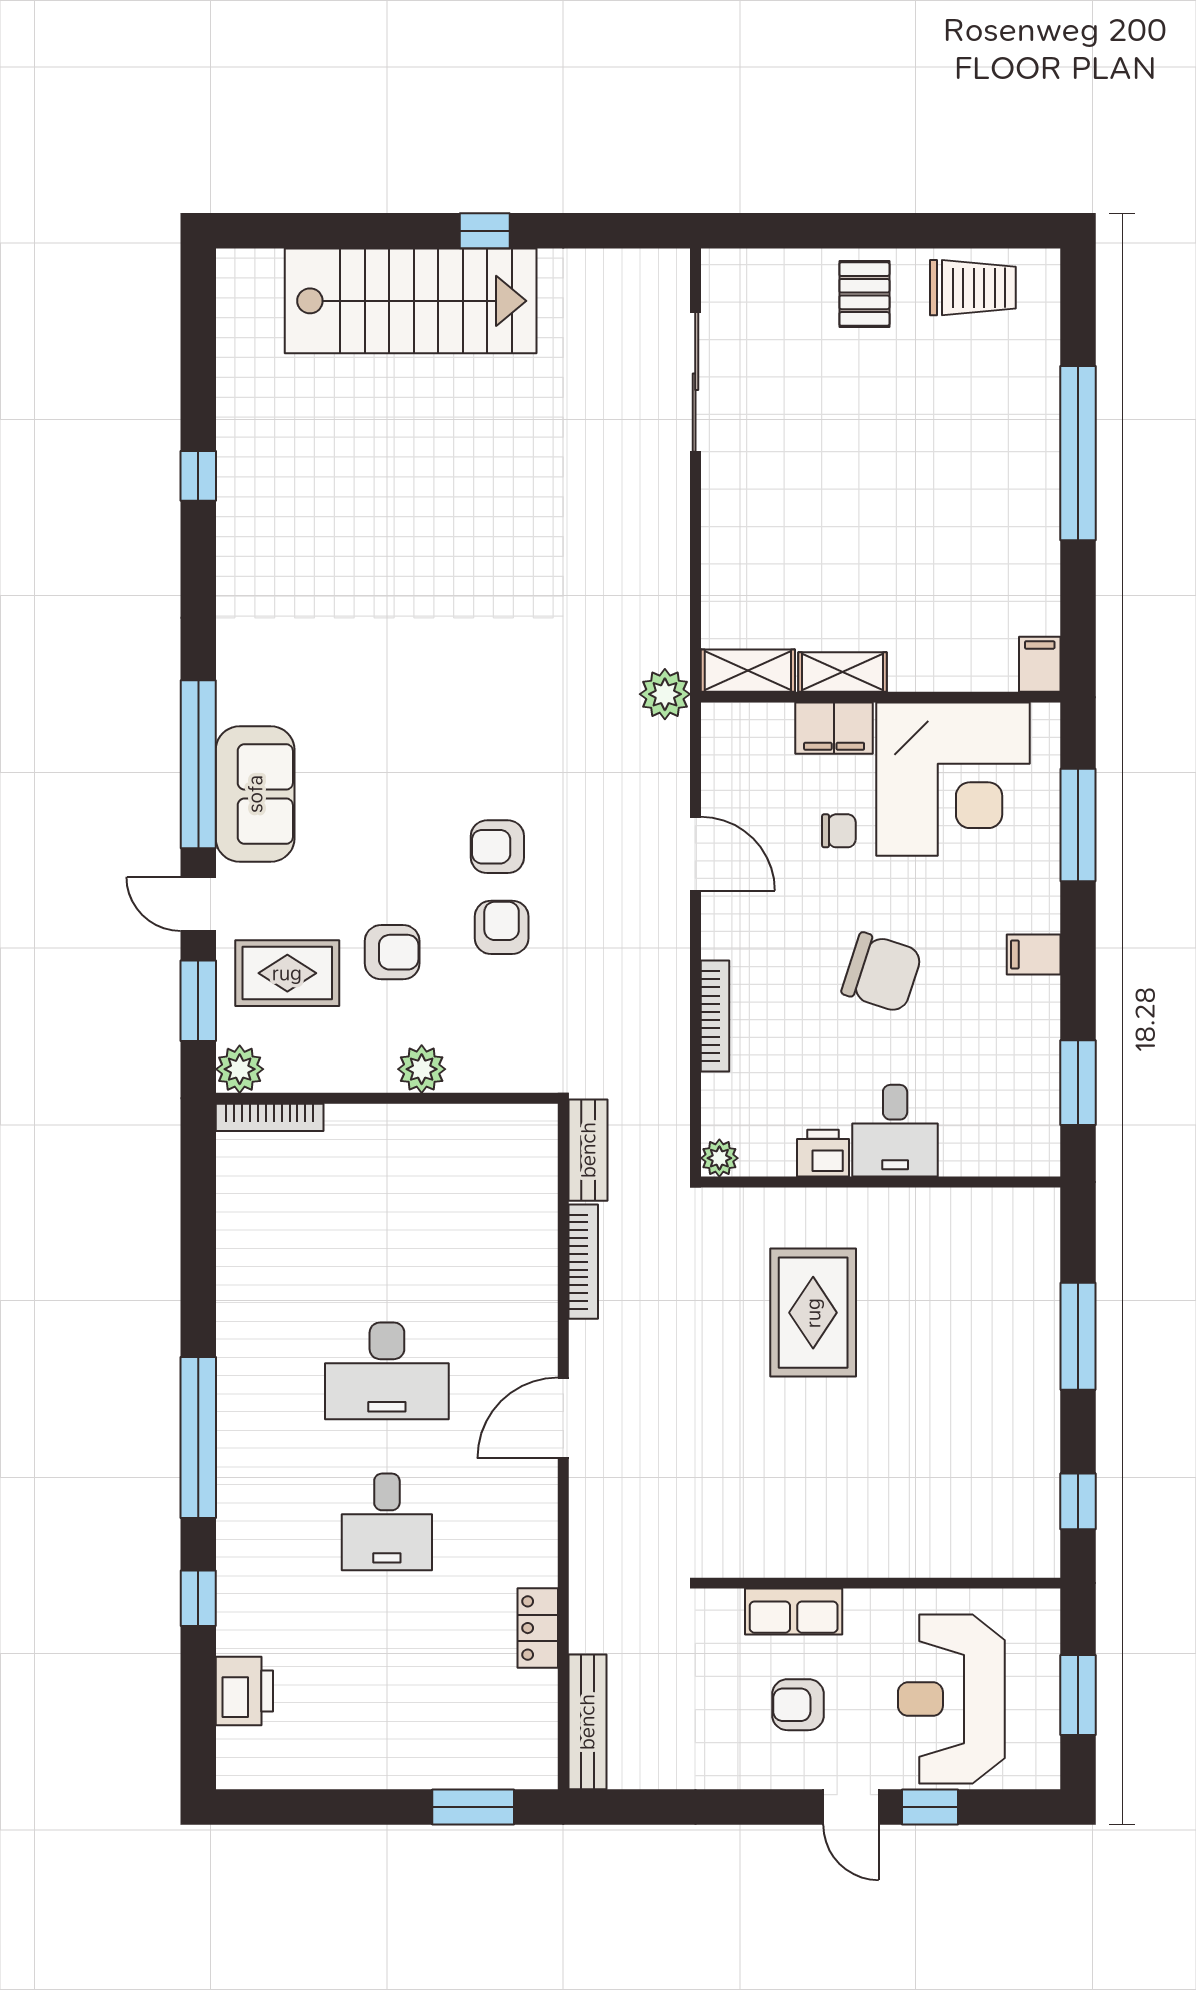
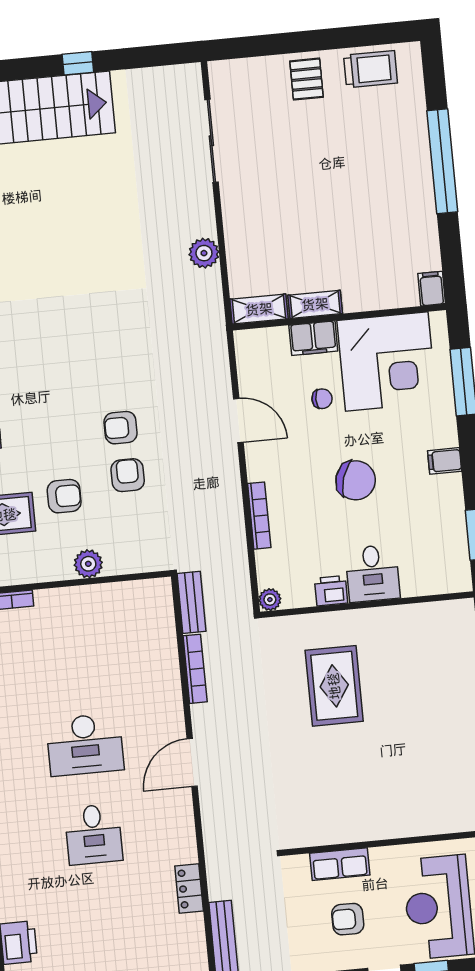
plant: (665, 694) -> (204, 253), moved

